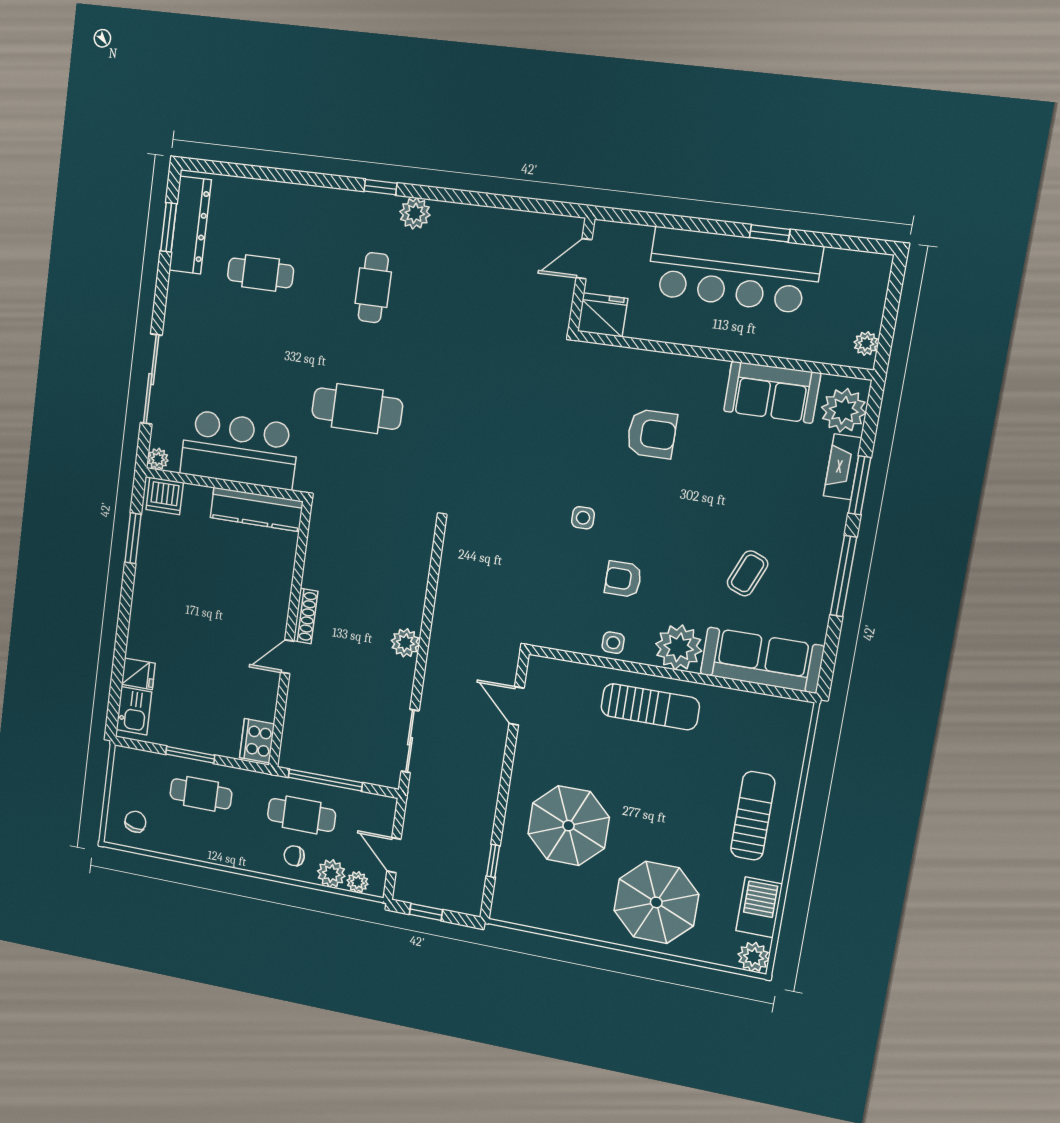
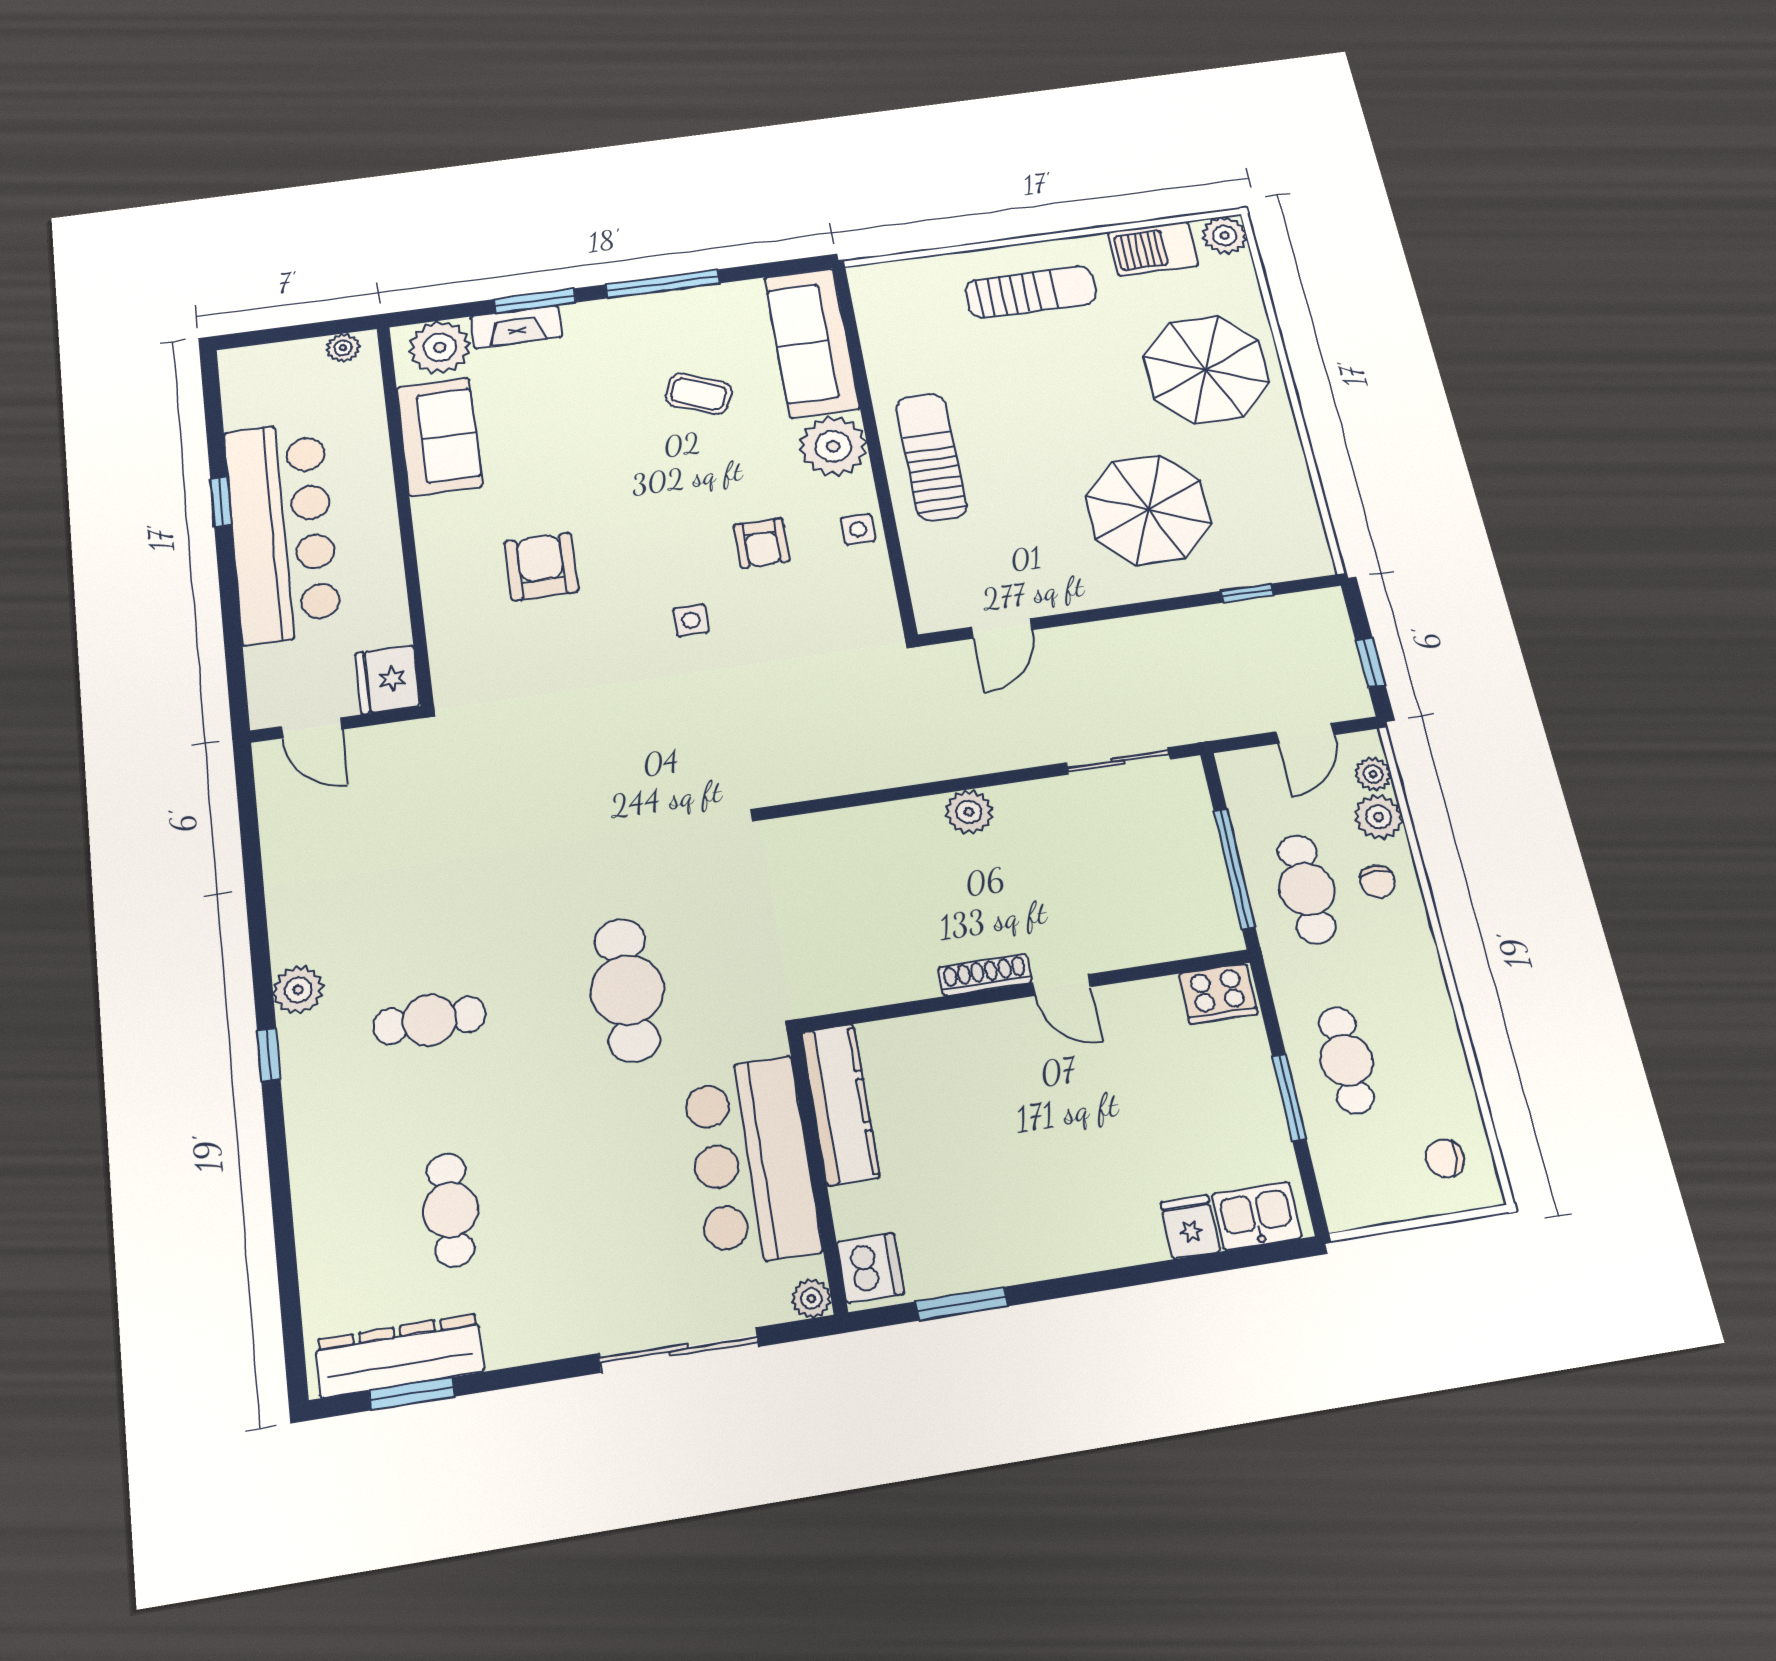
sun lounger: (753, 816) -> (1031, 292), turned 180

